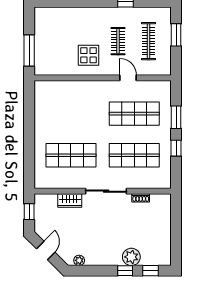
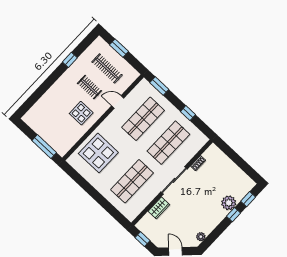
display table: (68, 103) -> (98, 153), added
window: (176, 117) -> (159, 86), moved

